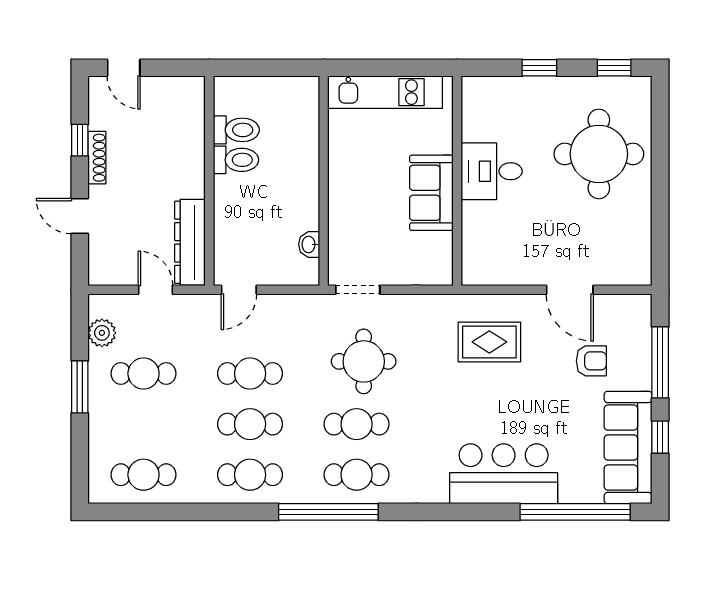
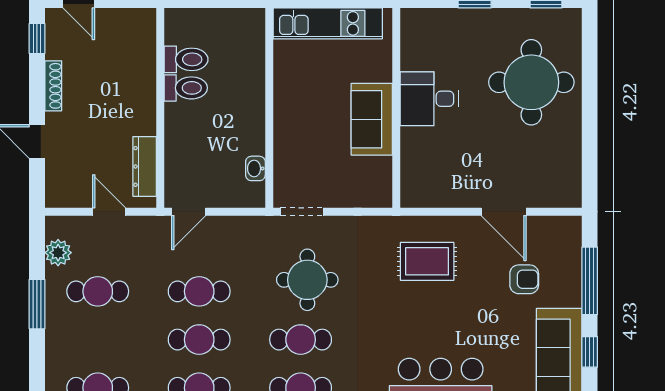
window: (80, 140) -> (37, 38), moved
dresser: (190, 242) -> (145, 166), width x0.73, depth x0.80

